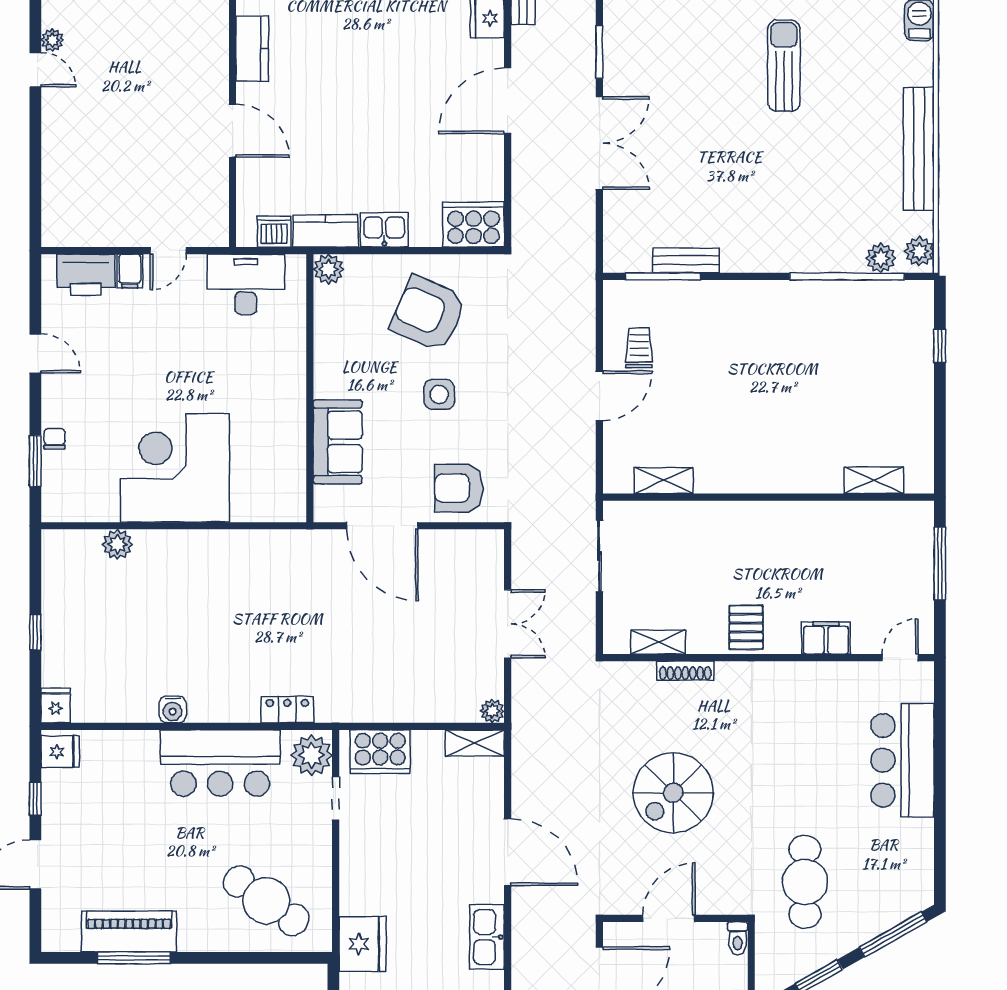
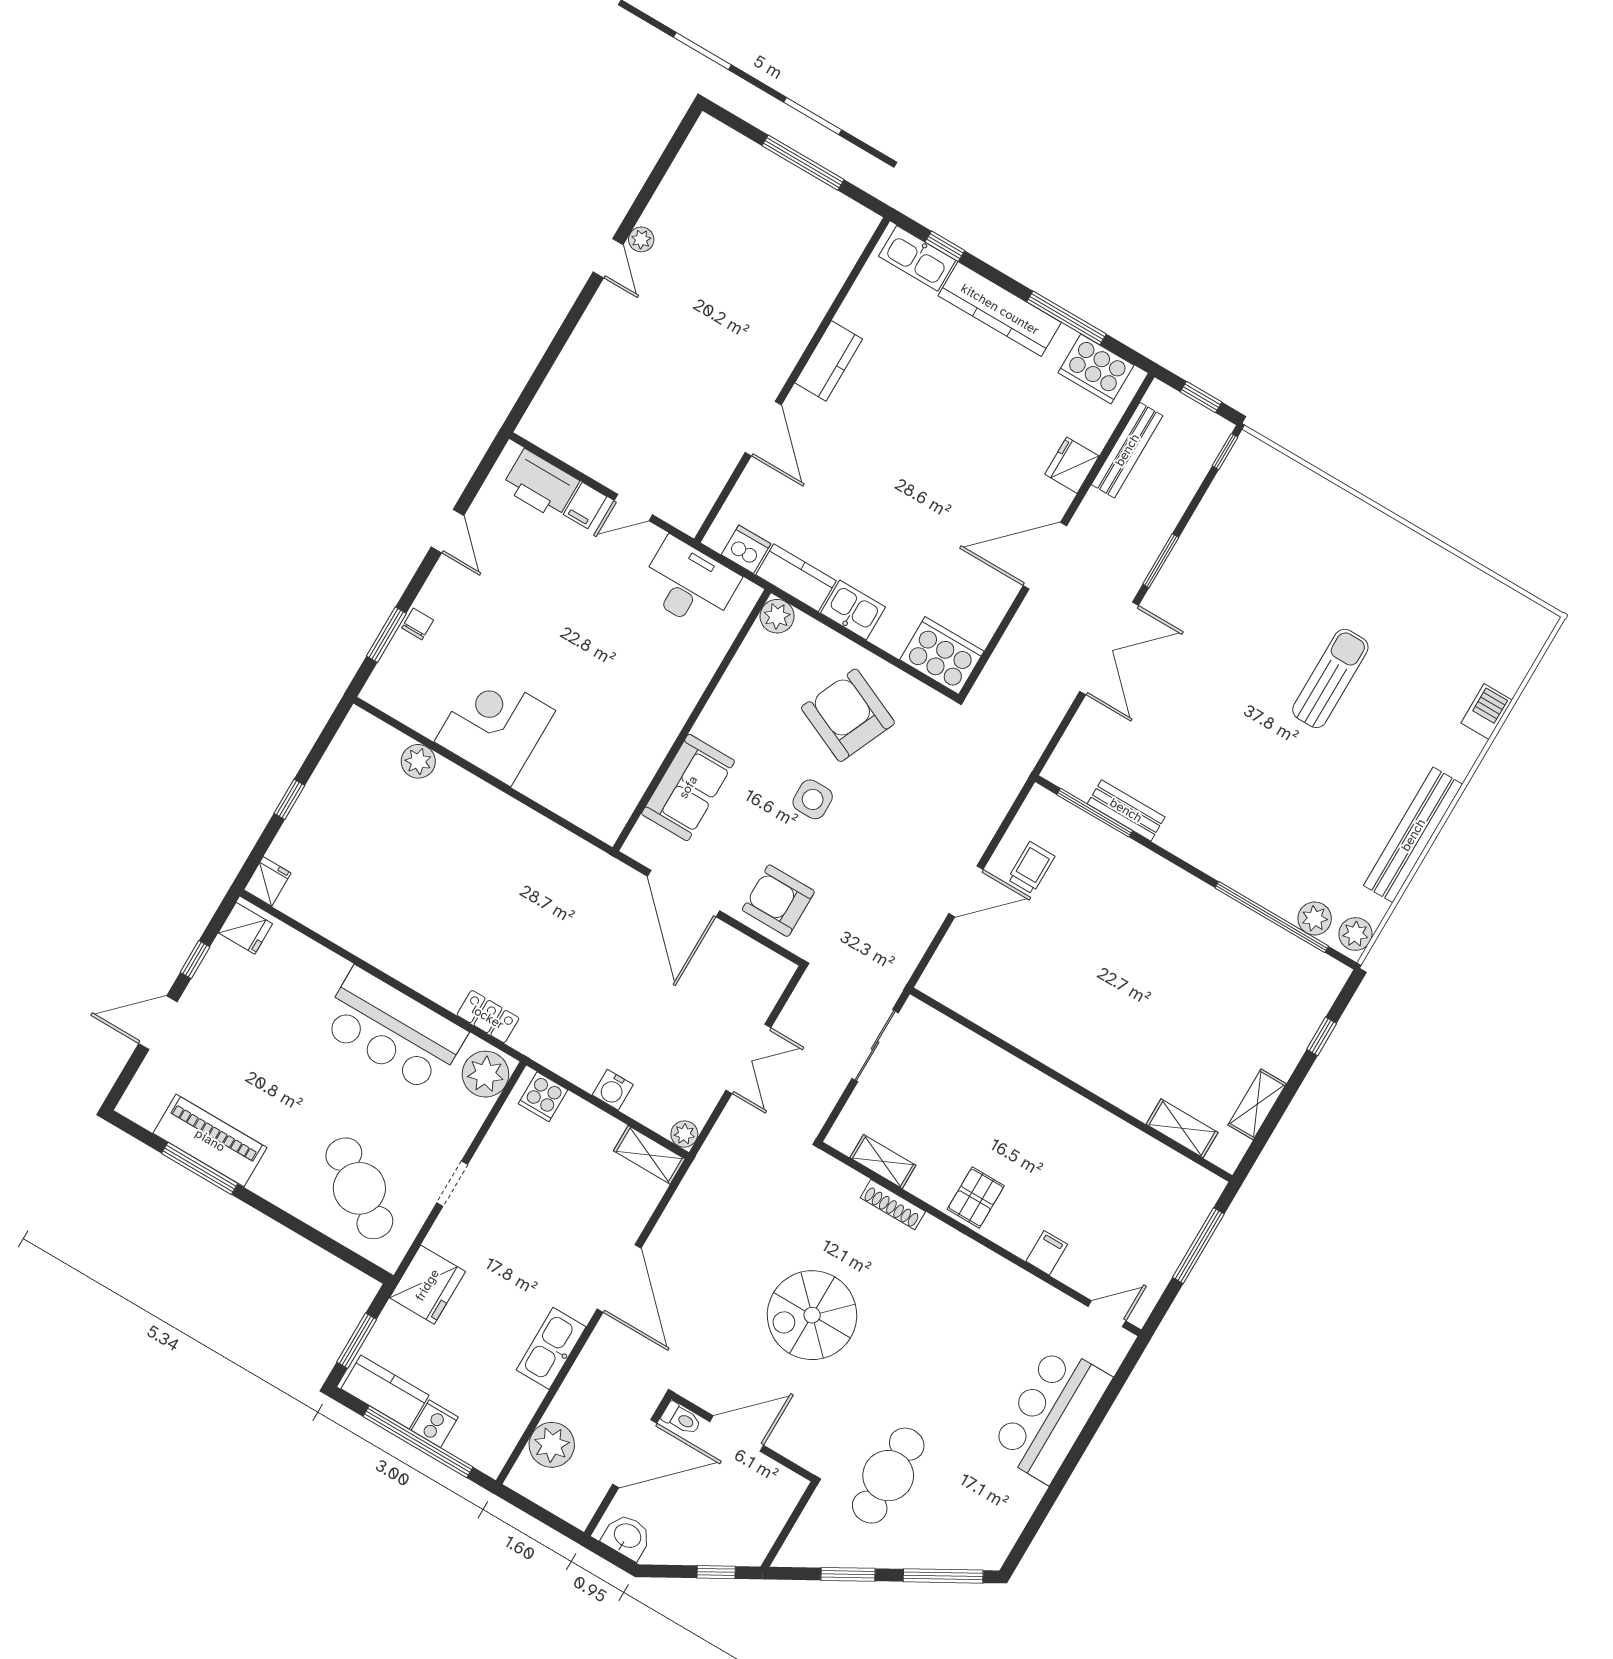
corner desk: (175, 468) -> (495, 726), width x0.74, depth x0.74
shelving: (664, 480) -> (1257, 1104), moved, turned 90
filing cabinet: (826, 638) -> (1047, 1253), width x0.50
water cooler: (173, 709) -> (613, 1090), moved
cooker: (380, 752) -> (543, 1097), width x0.53, depth x0.76
doorway: (336, 799) -> (452, 1184), moved
toilet: (738, 938) -> (681, 1419), moved, turned -90

